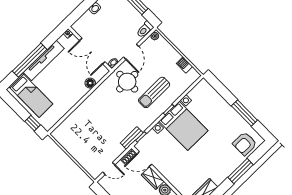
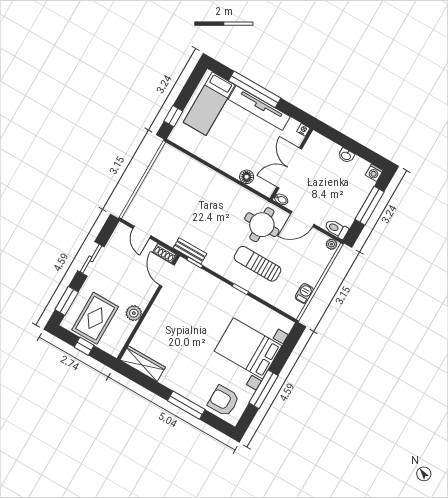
bed with nightstands: (183, 126) -> (248, 348), moved, turned 90
wardrobe: (153, 178) -> (145, 293), removed

